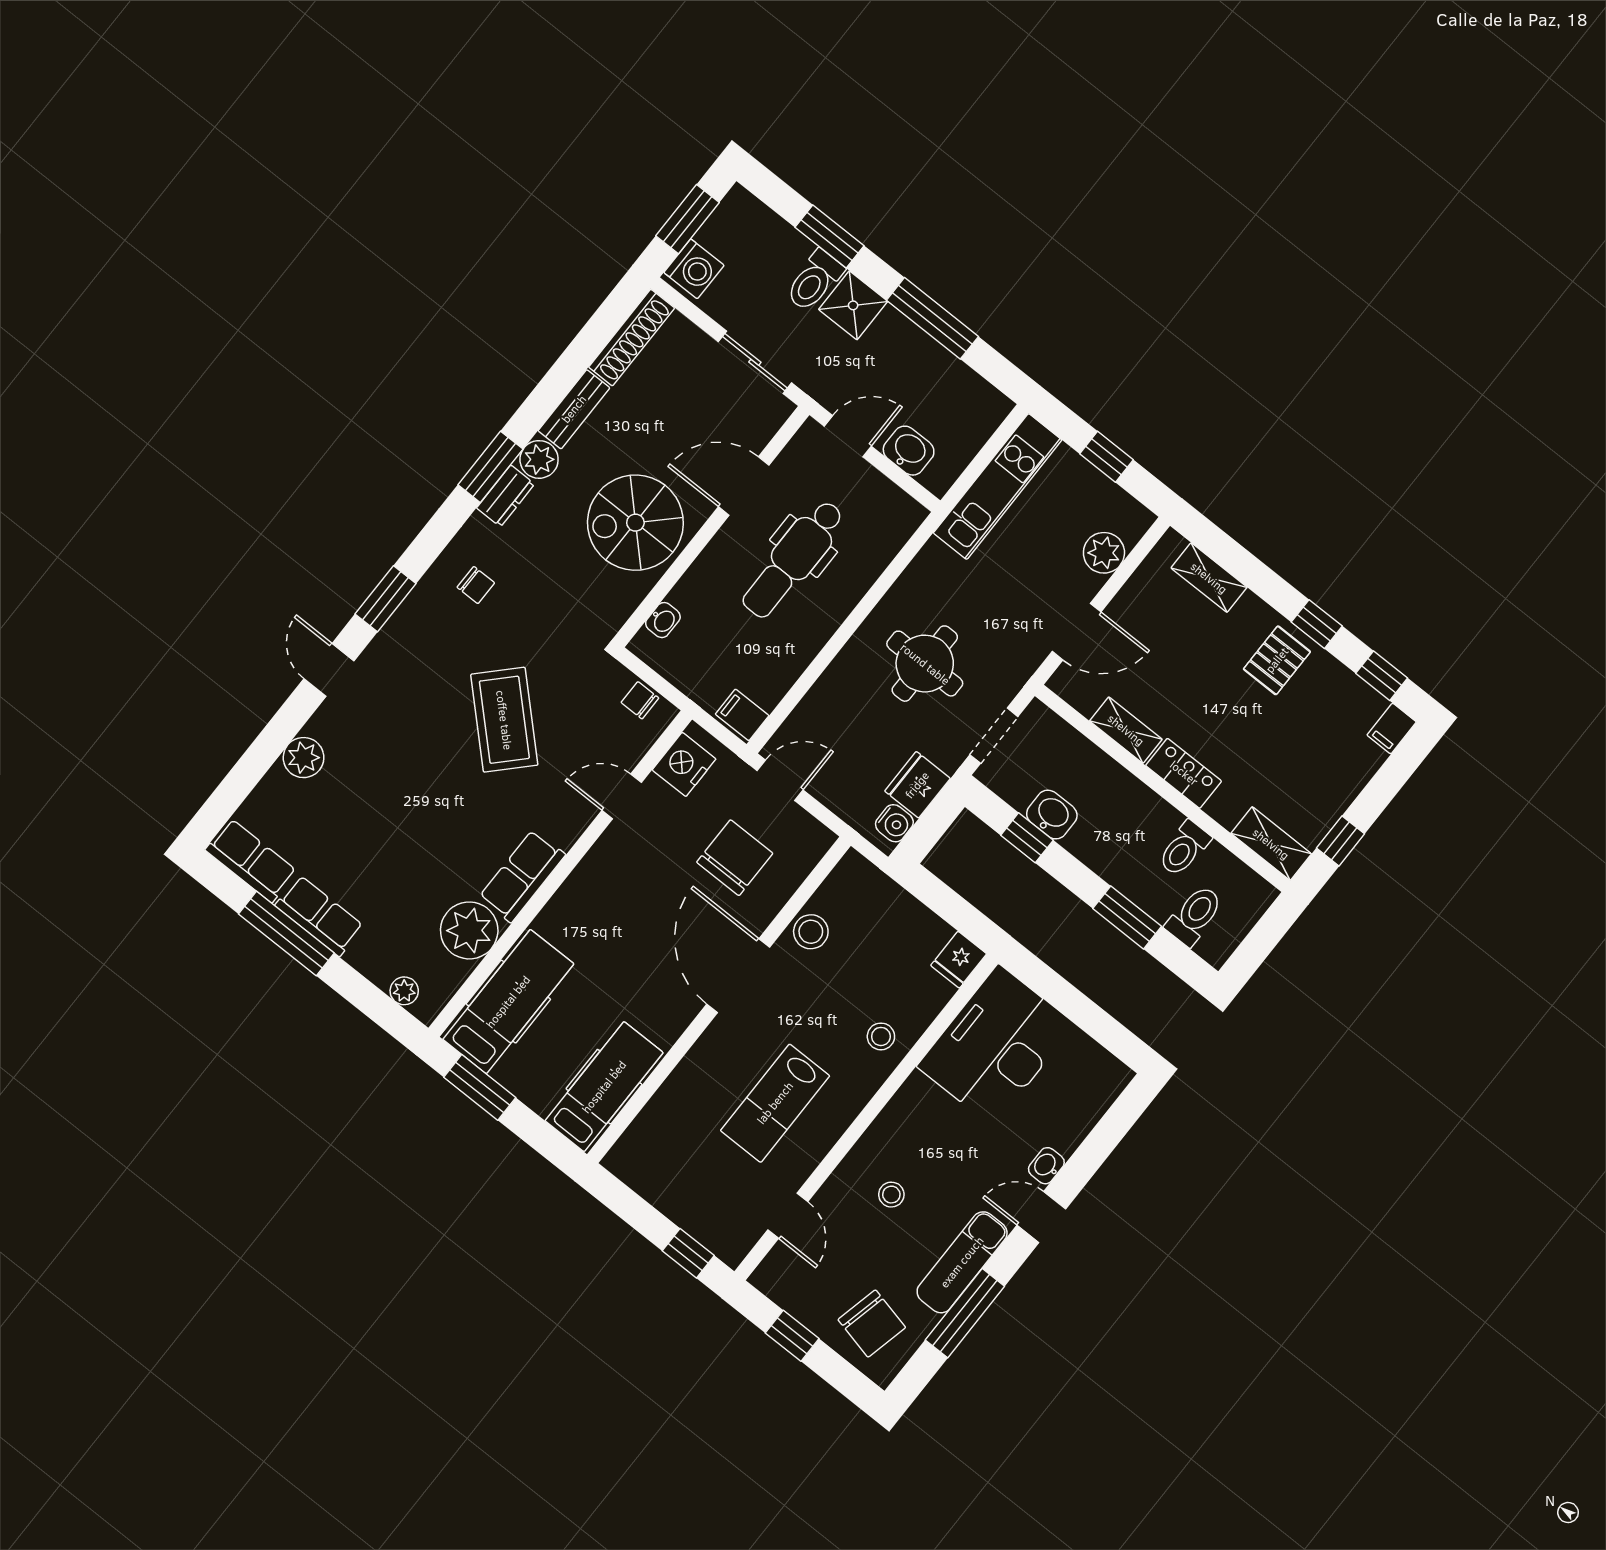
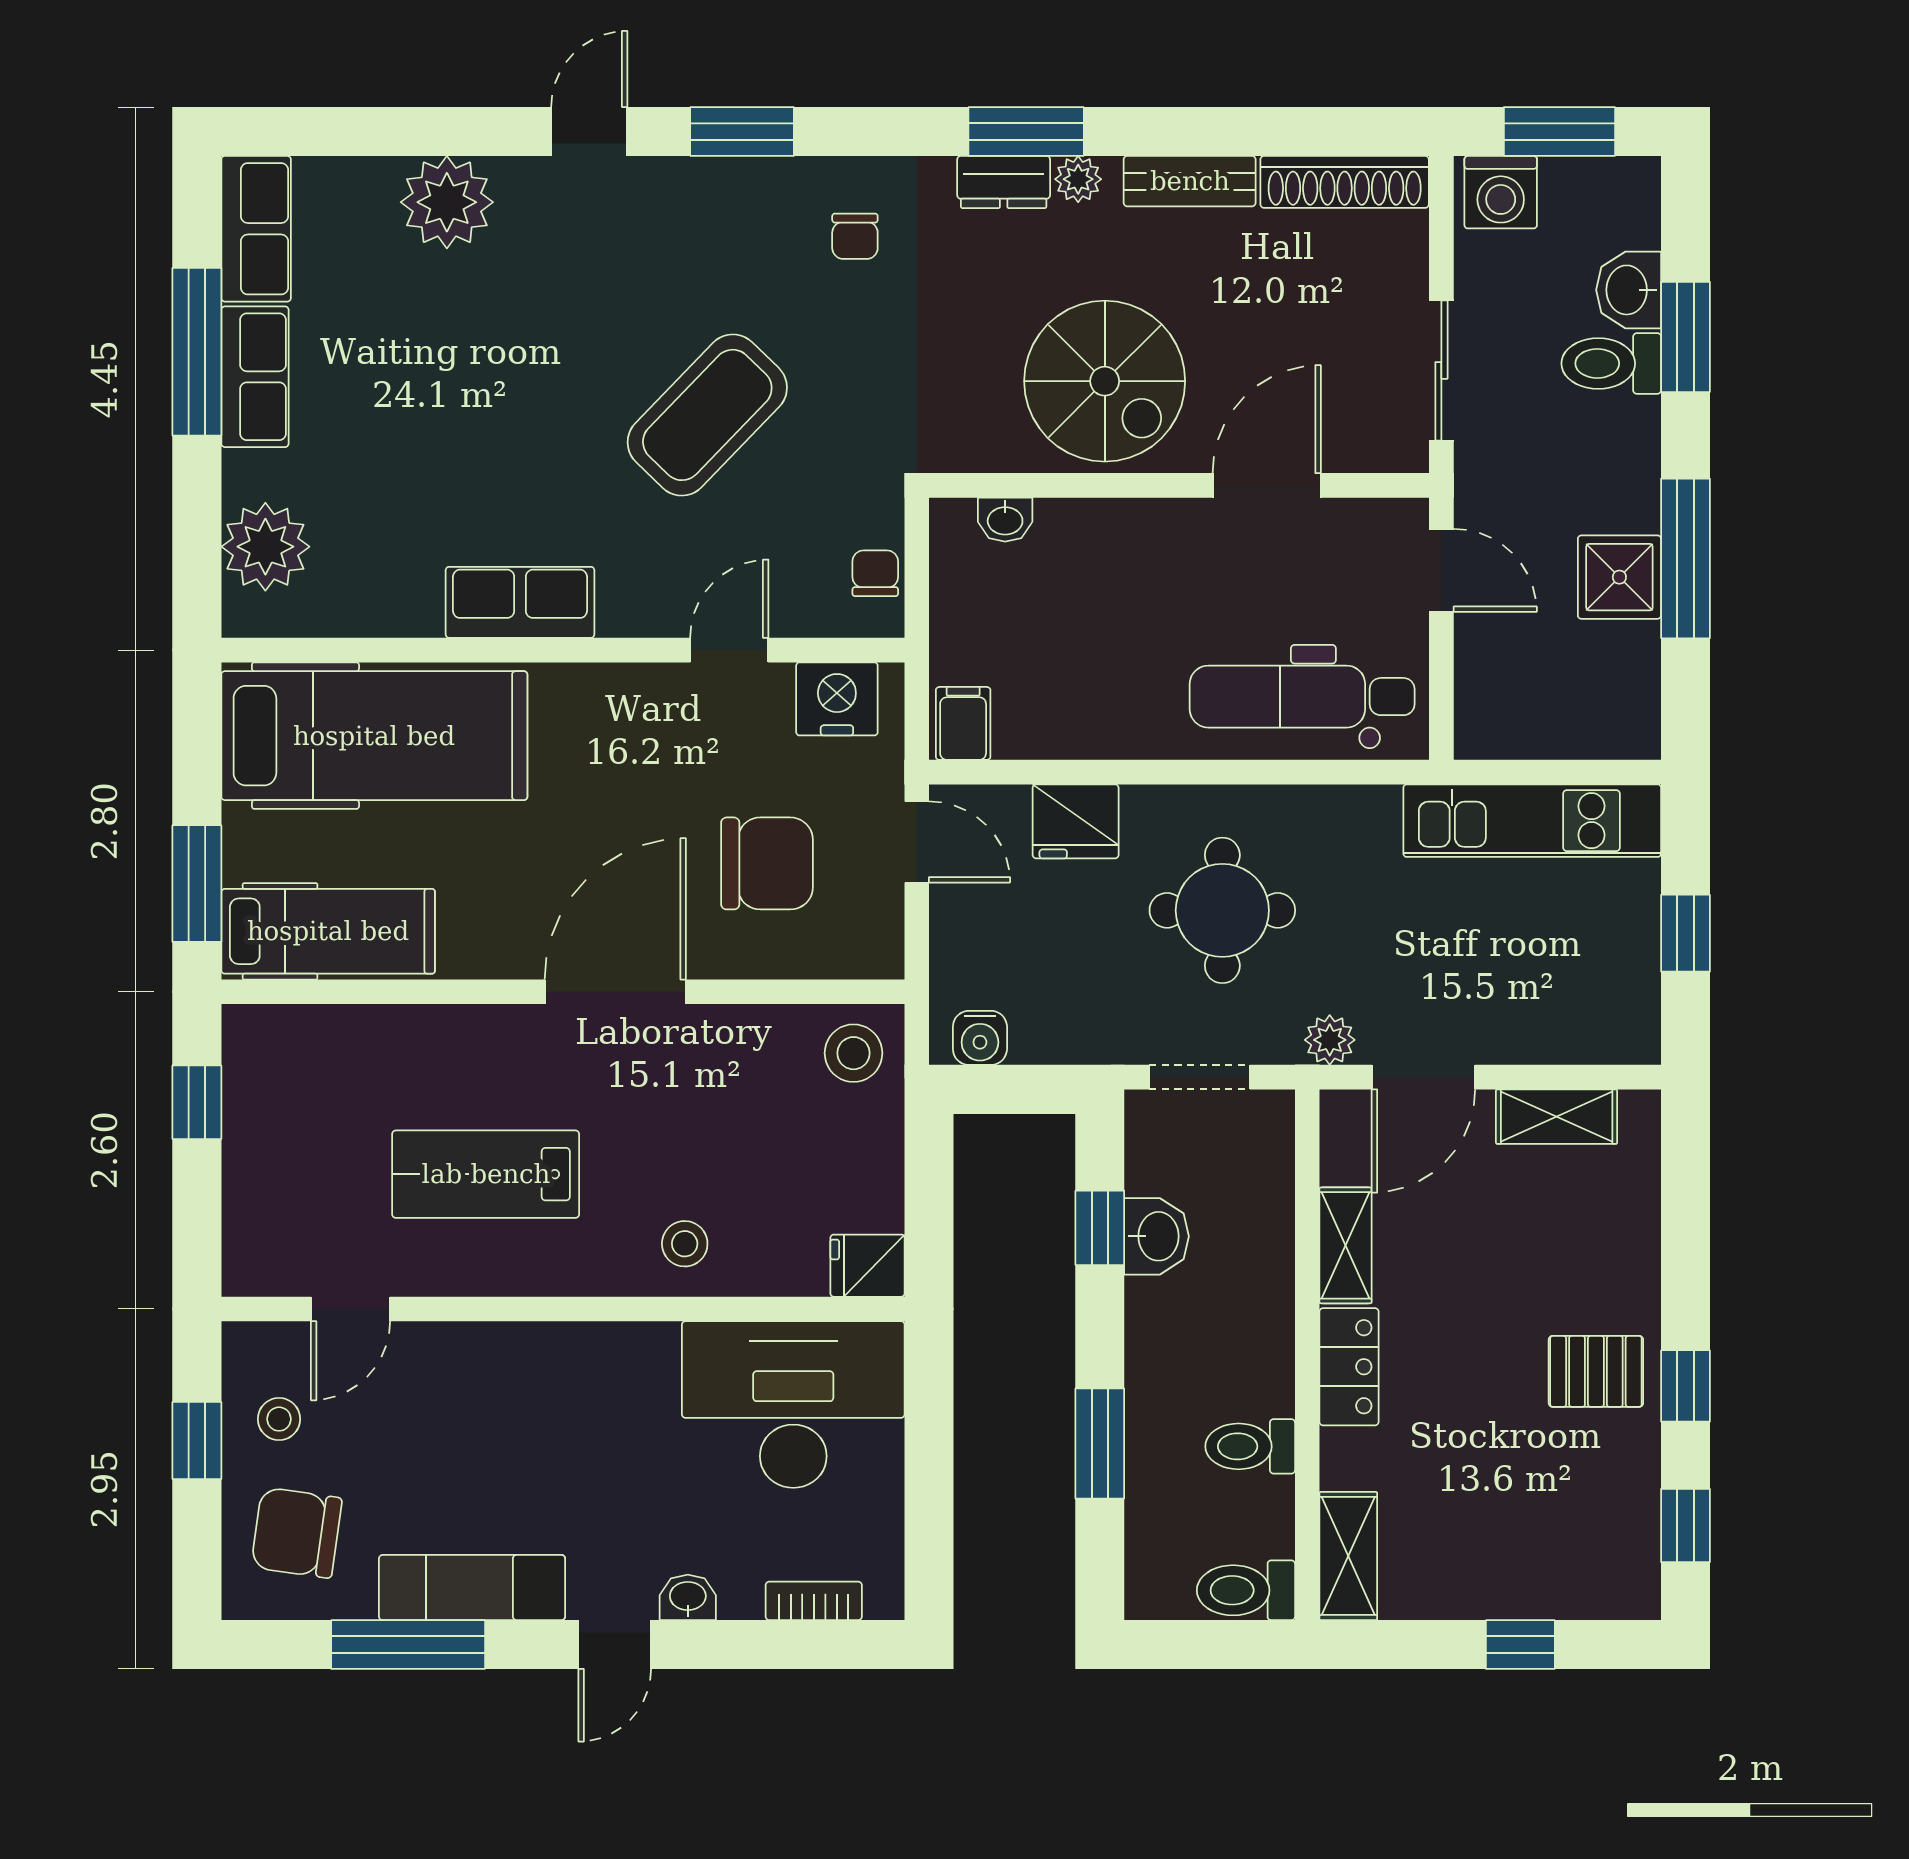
shower: (853, 305) -> (1619, 577), moved
washbasin: (909, 451) -> (1629, 290), moved, turned 180
plant: (539, 459) -> (1078, 179), width x0.73, depth x0.73
door: (744, 486) -> (1267, 485), hinge flipped
spiral stairs: (635, 523) -> (1105, 381), turned 180
plant: (1104, 553) -> (1330, 1040), moved, width x0.73, depth x0.73
dental chair: (793, 559) -> (1302, 697), moved
shelving: (1209, 578) -> (1557, 1117), moved, turned 90
door: (1077, 632) -> (1423, 1077), hinge flipped
filing cabinet: (1392, 728) -> (1626, 1594), removed
plant: (304, 758) -> (447, 202), width x1.36, depth x1.36
fridge: (917, 785) -> (1076, 821), moved, turned 180
door: (622, 796) -> (729, 650), hinge flipped
window: (1340, 841) -> (1520, 1645), moved
toilet: (1195, 915) -> (1246, 1590), moved, turned 180
plant: (469, 930) -> (393, 590), removed
stool: (811, 932) -> (853, 1053), moved
plant: (404, 991) -> (265, 547), width x1.88, depth x1.88
hospital bed: (508, 1002) -> (374, 736), width x1.37, depth x1.29
window: (480, 1087) -> (197, 884), moved
bookcase: (1095, 1108) -> (814, 1601), added
stool: (891, 1195) -> (279, 1419), moved
door: (1041, 1217) -> (615, 1645), swing flipped
window: (688, 1253) -> (197, 1102), moved
chair: (872, 1324) -> (297, 1533), turned 85

